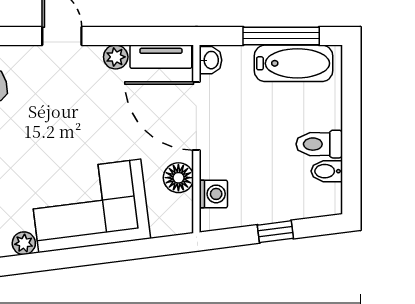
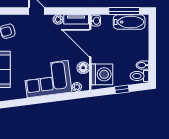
toilet: (319, 144) -> (139, 76), moved
washing machine: (213, 194) -> (102, 74), width x1.89, depth x1.89
plant: (24, 243) -> (77, 87), moved

